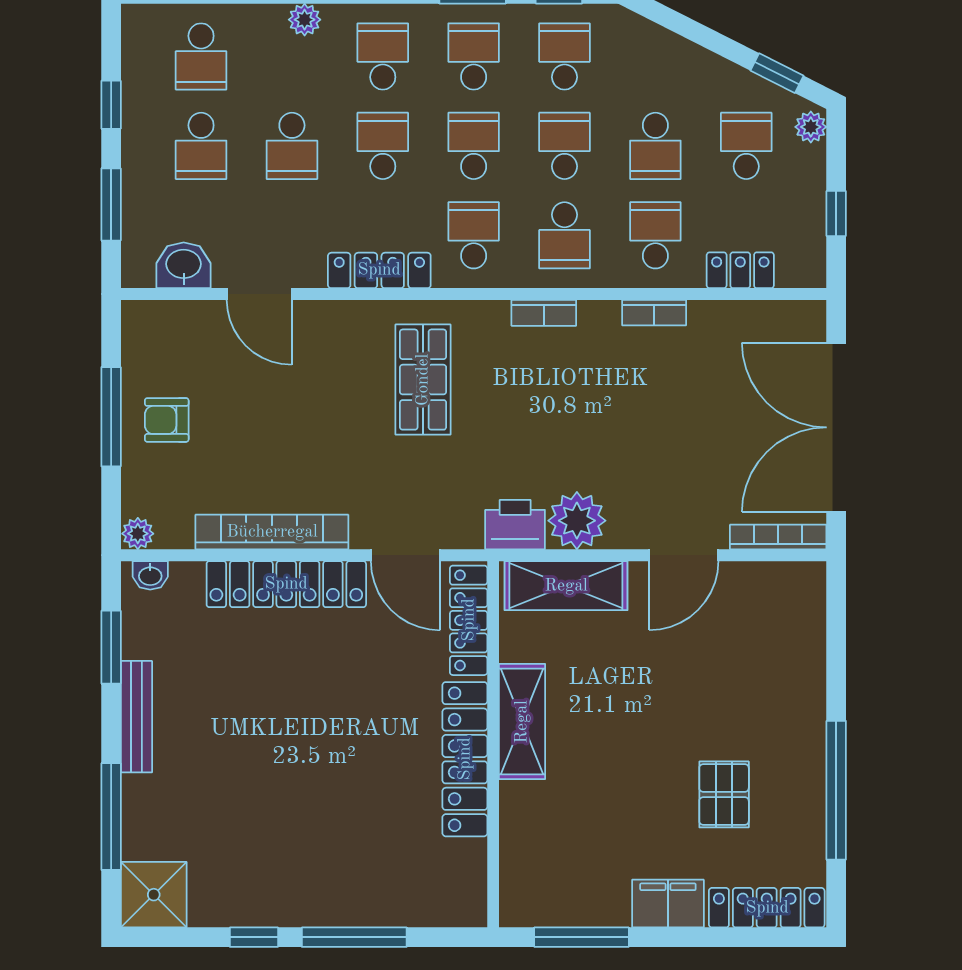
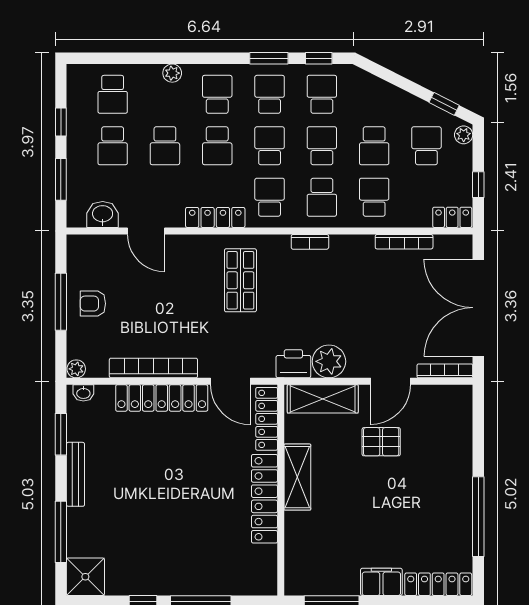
school desk: (383, 146) -> (217, 146), turned 180
locker: (740, 270) -> (452, 217), moved
bookcase: (654, 313) -> (404, 242), moved, width x1.56
pallet: (724, 794) -> (381, 442), moved, turned 90

